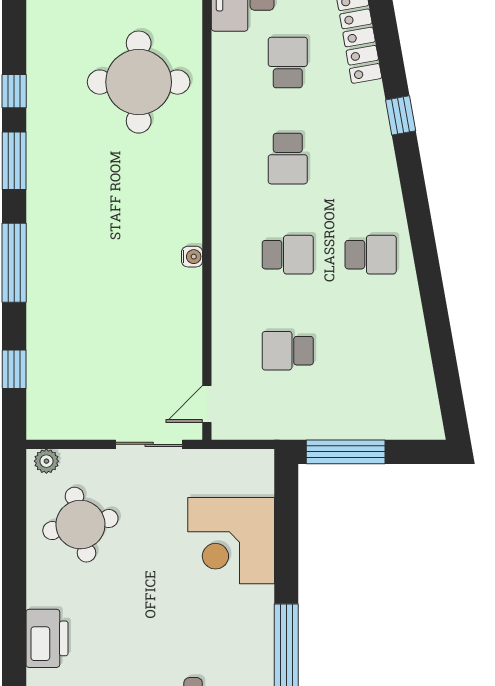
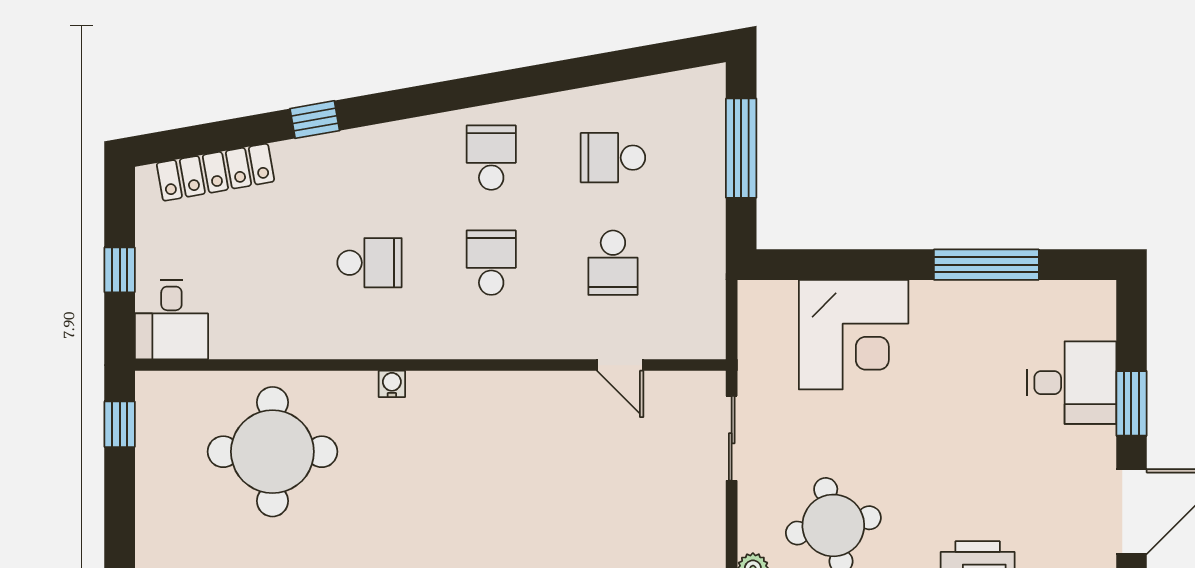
school desk: (288, 63) -> (613, 158), moved
water cooler: (192, 257) -> (392, 384), moved
door: (207, 404) -> (620, 365), moved
window: (346, 452) -> (741, 148), moved

